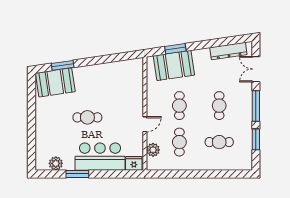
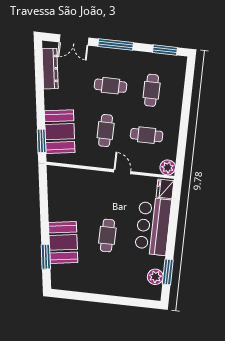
window: (175, 49) -> (42, 141), moved
booth: (55, 82) -> (63, 242), moved
cafe table: (179, 106) -> (106, 131), turned 90
window: (256, 139) -> (165, 50), moved
plant: (153, 150) -> (168, 167), moved
window: (77, 174) -> (168, 272), moved

